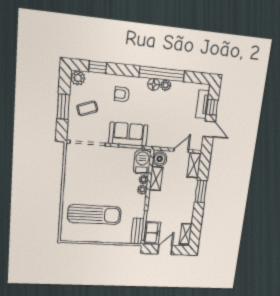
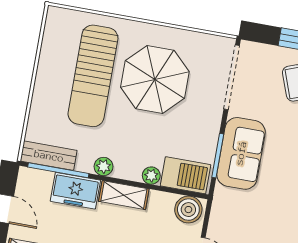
shelving: (156, 179) -> (124, 195), moved
parasol: (93, 183) -> (155, 79), added
plant: (142, 190) -> (104, 166), moved
freezer: (152, 233) -> (75, 191), moved

